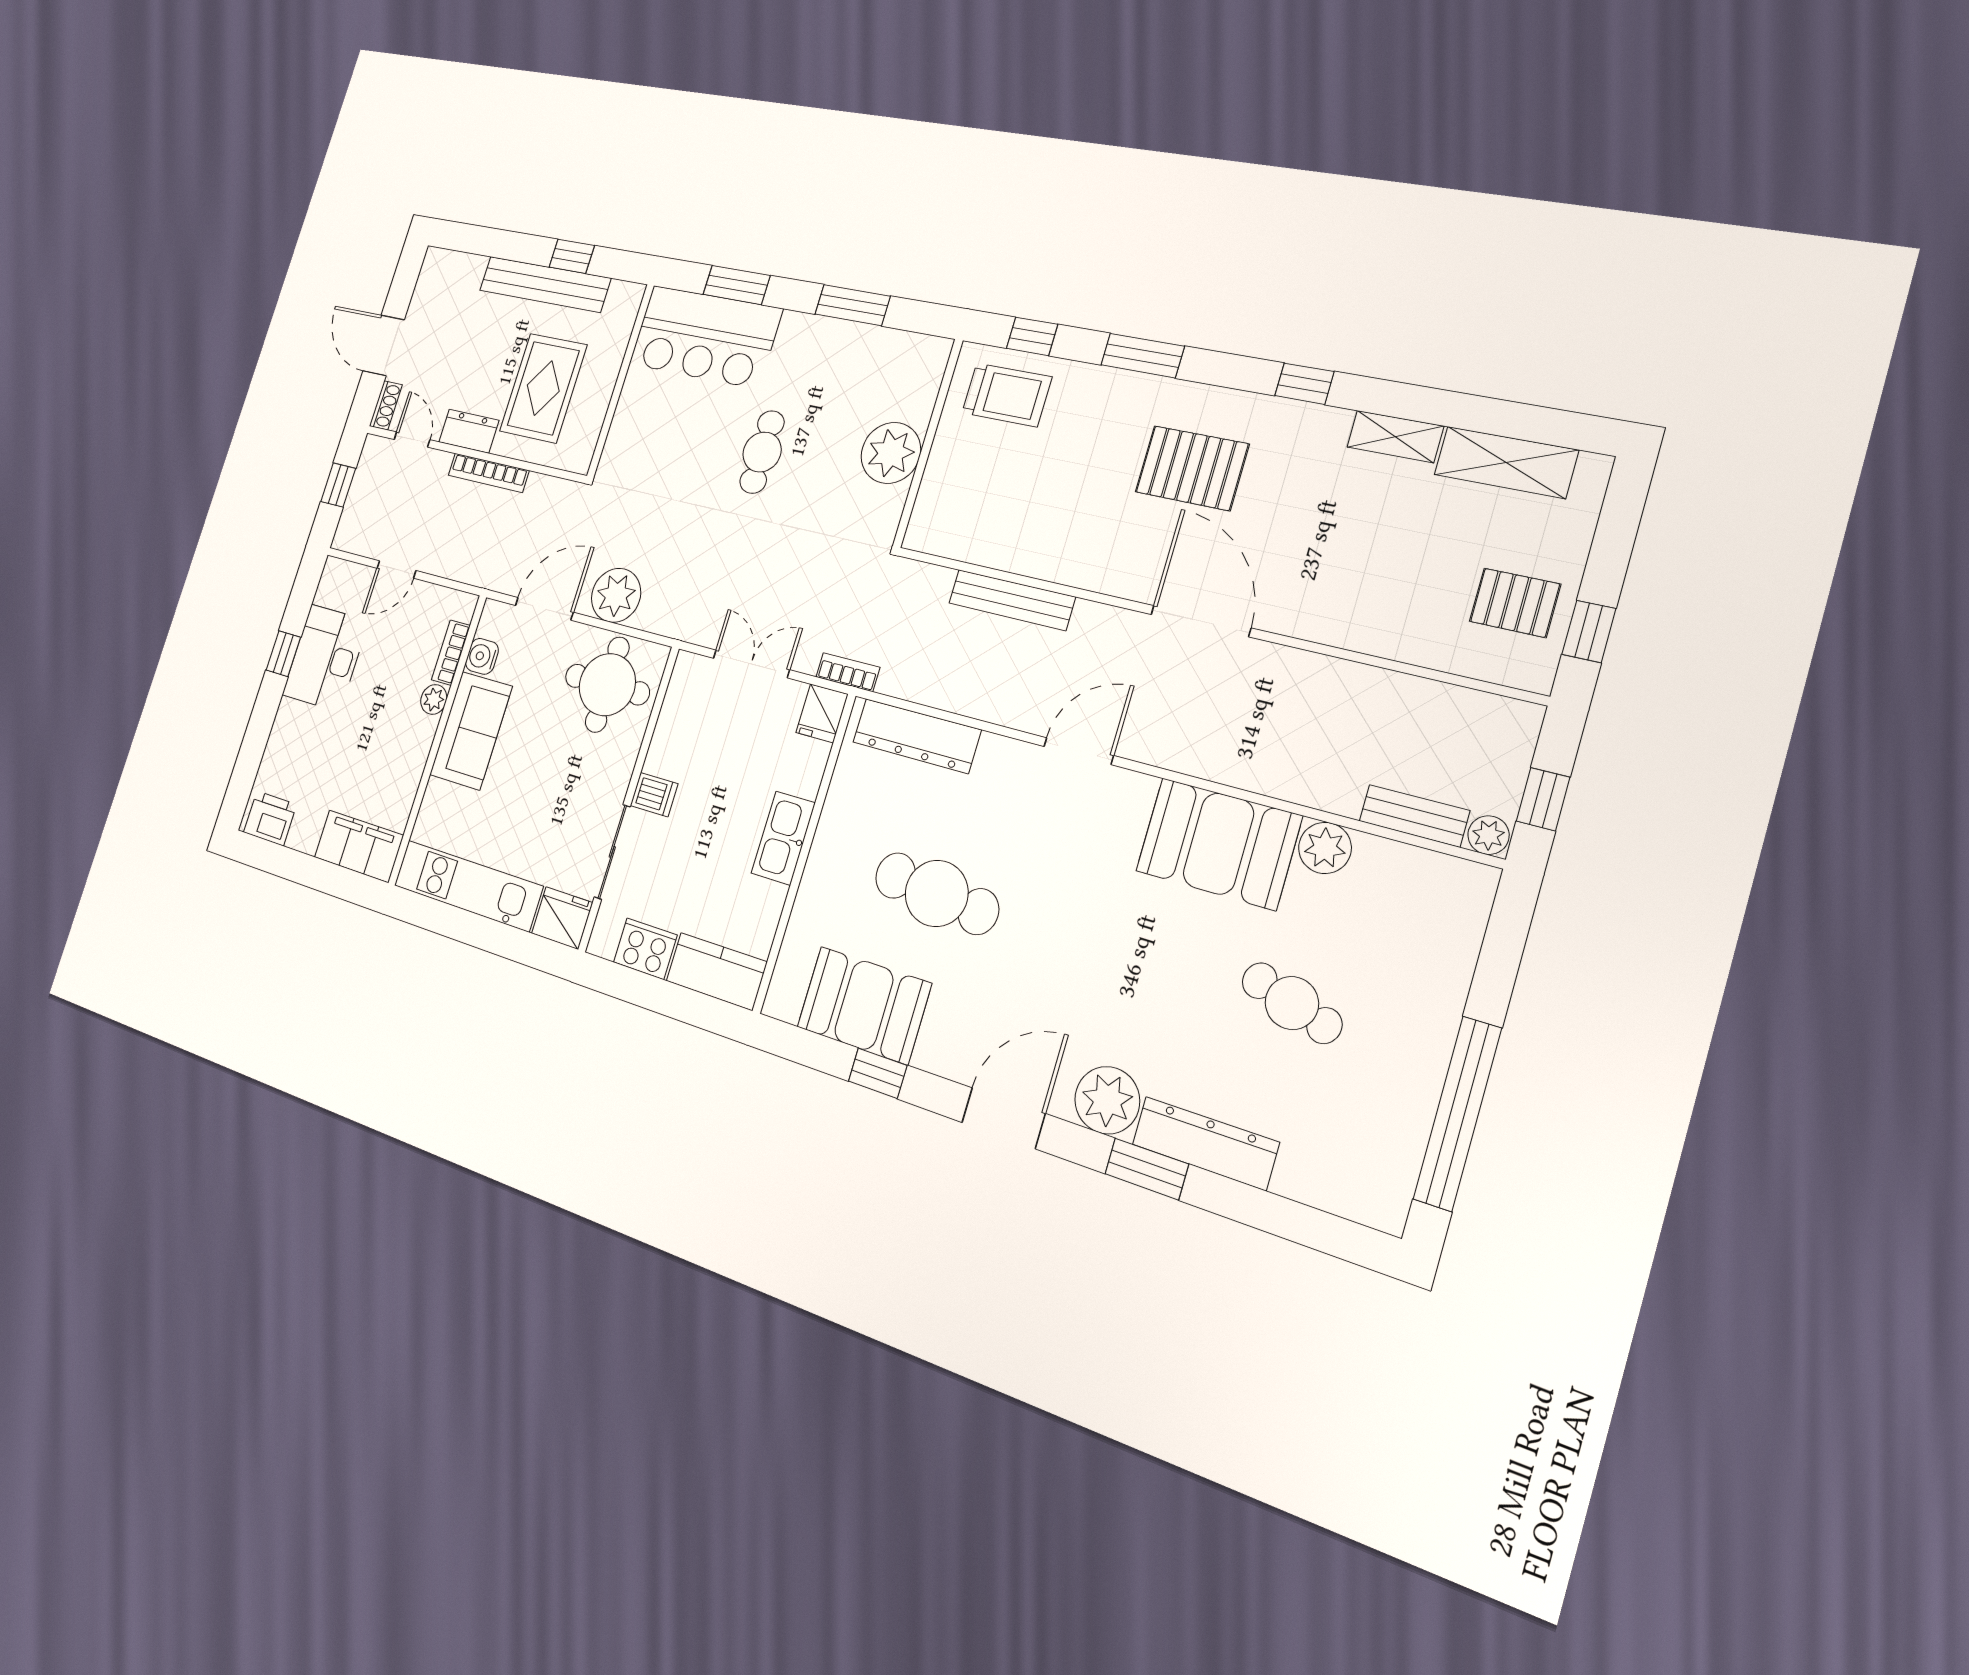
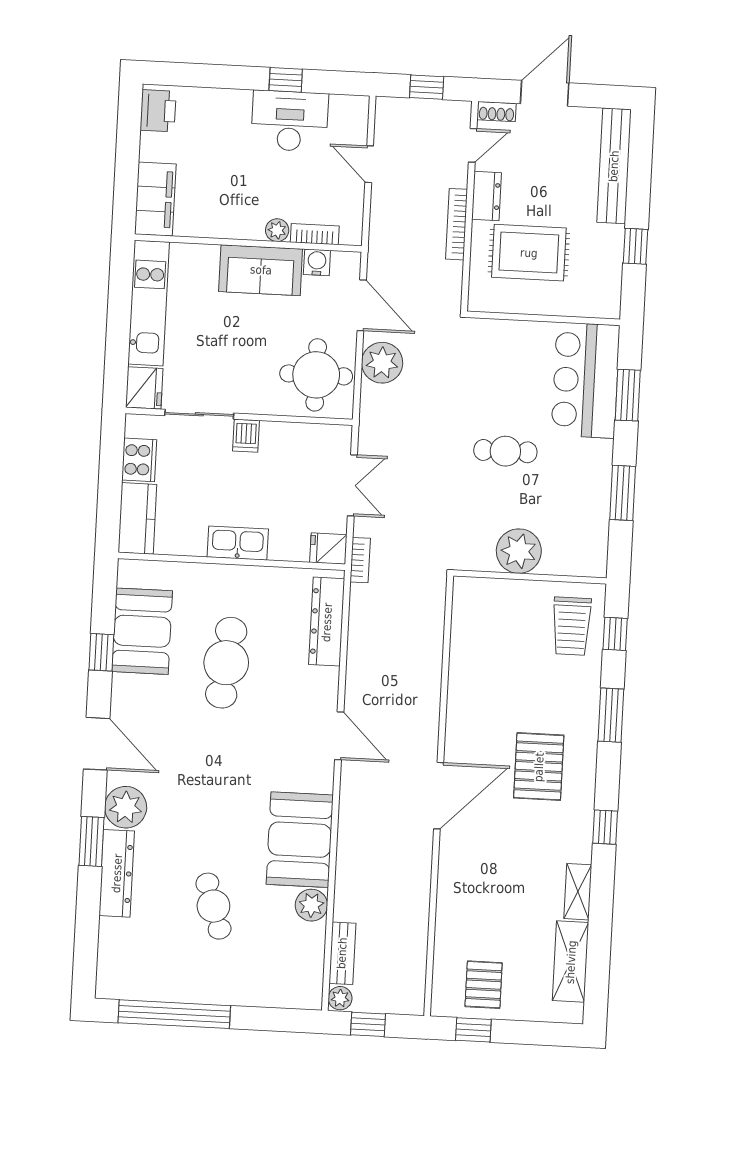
bench: (545, 284) -> (614, 166), moved
bench: (1012, 600) -> (430, 665), removed
cafe table: (1292, 1003) -> (213, 906), turned -36

